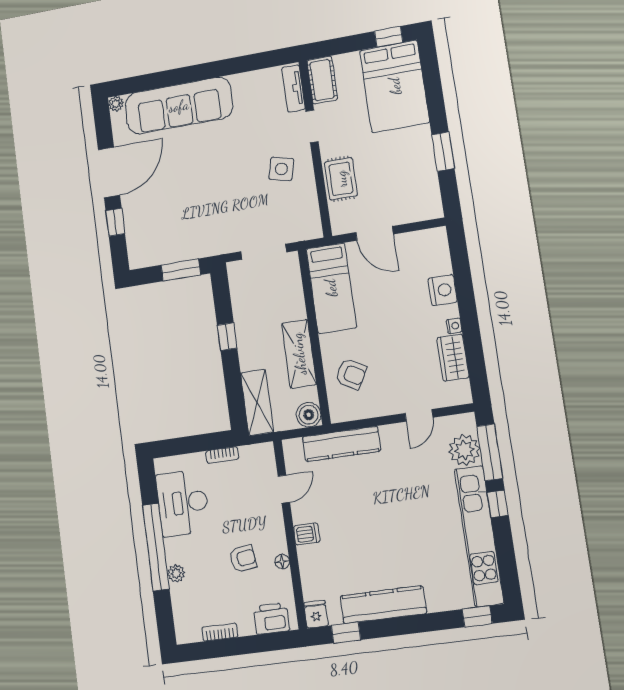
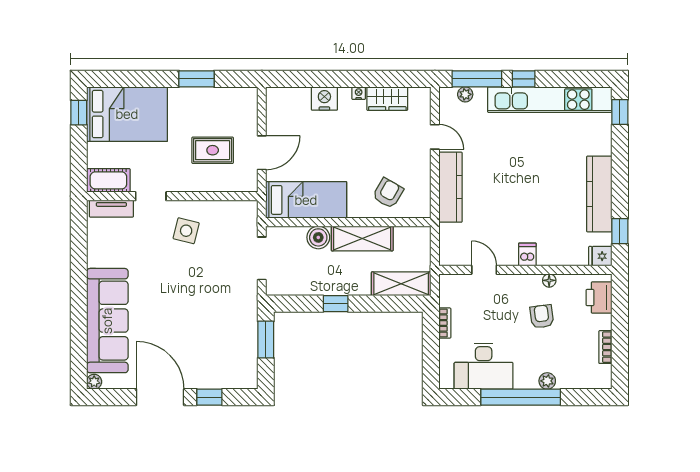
rug: (341, 179) -> (213, 150), moved
boiler: (309, 415) -> (318, 237), moved
kitchen counter: (341, 444) -> (450, 187), moved
plant: (464, 450) -> (465, 94), width x0.53, depth x0.53

